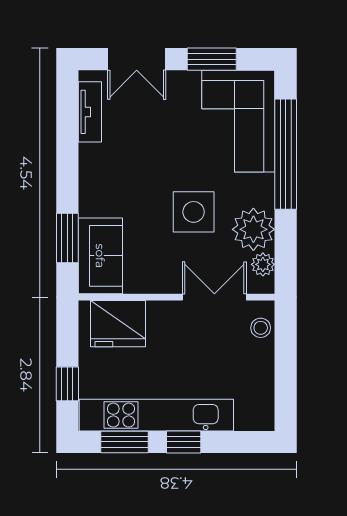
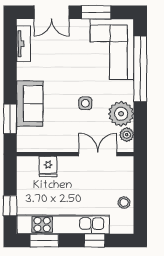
side table: (194, 212) -> (85, 103), width x0.54, depth x0.54
sofa: (100, 256) -> (30, 104), moved
fridge: (118, 324) -> (48, 166), width x0.53, depth x0.75
stool: (261, 328) -> (124, 203), moved
window: (184, 442) -> (95, 240), moved

